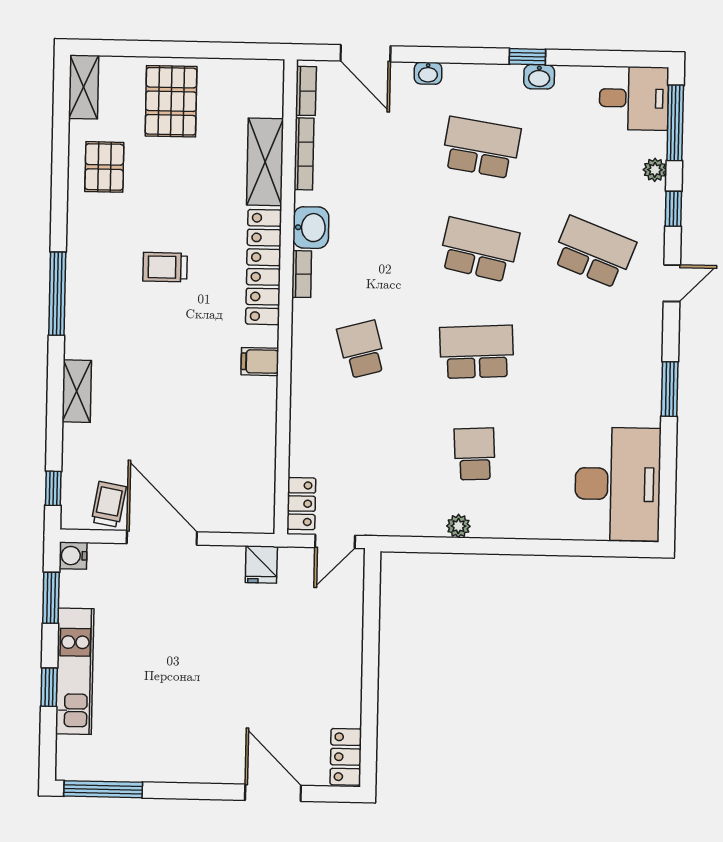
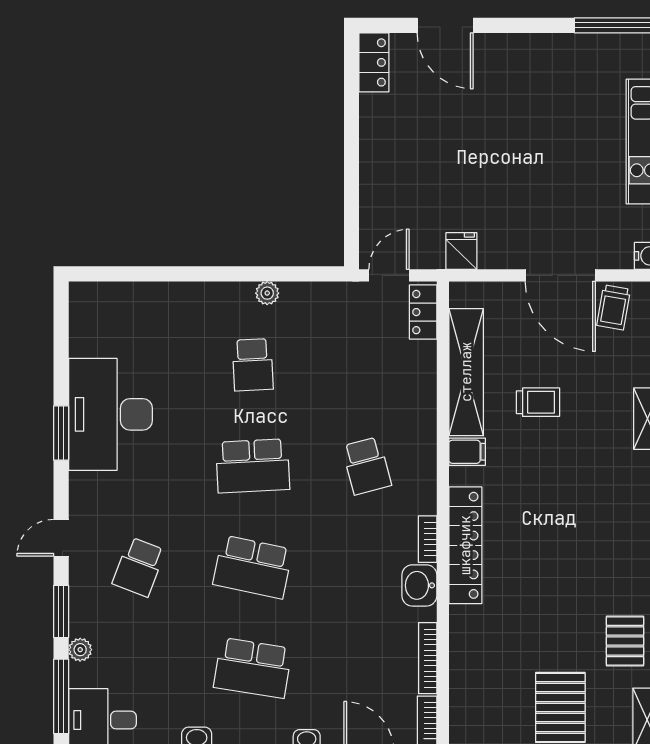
shelving: (265, 162) -> (466, 372), moved, width x1.47
window: (673, 209) -> (61, 612), width x1.50
school desk: (594, 252) -> (139, 567), width x0.54
trolley: (165, 267) -> (538, 402), moved
desk: (618, 484) -> (110, 414), moved

